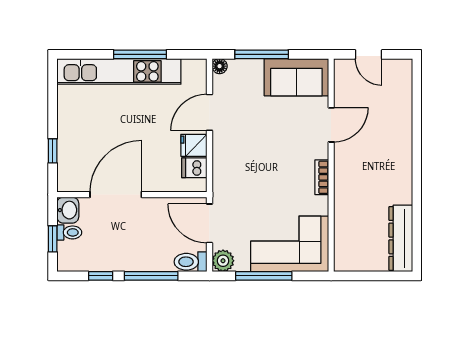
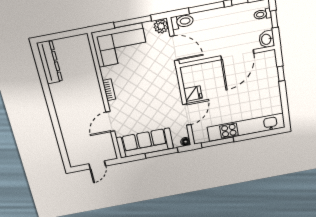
window: (140, 54) -> (217, 142), moved
door: (369, 54) -> (97, 165), swing flipped
sofa: (296, 77) -> (145, 143), width x1.36
dishwasher: (194, 168) -> (190, 80), removed
toilet: (69, 232) -> (262, 14), moved

